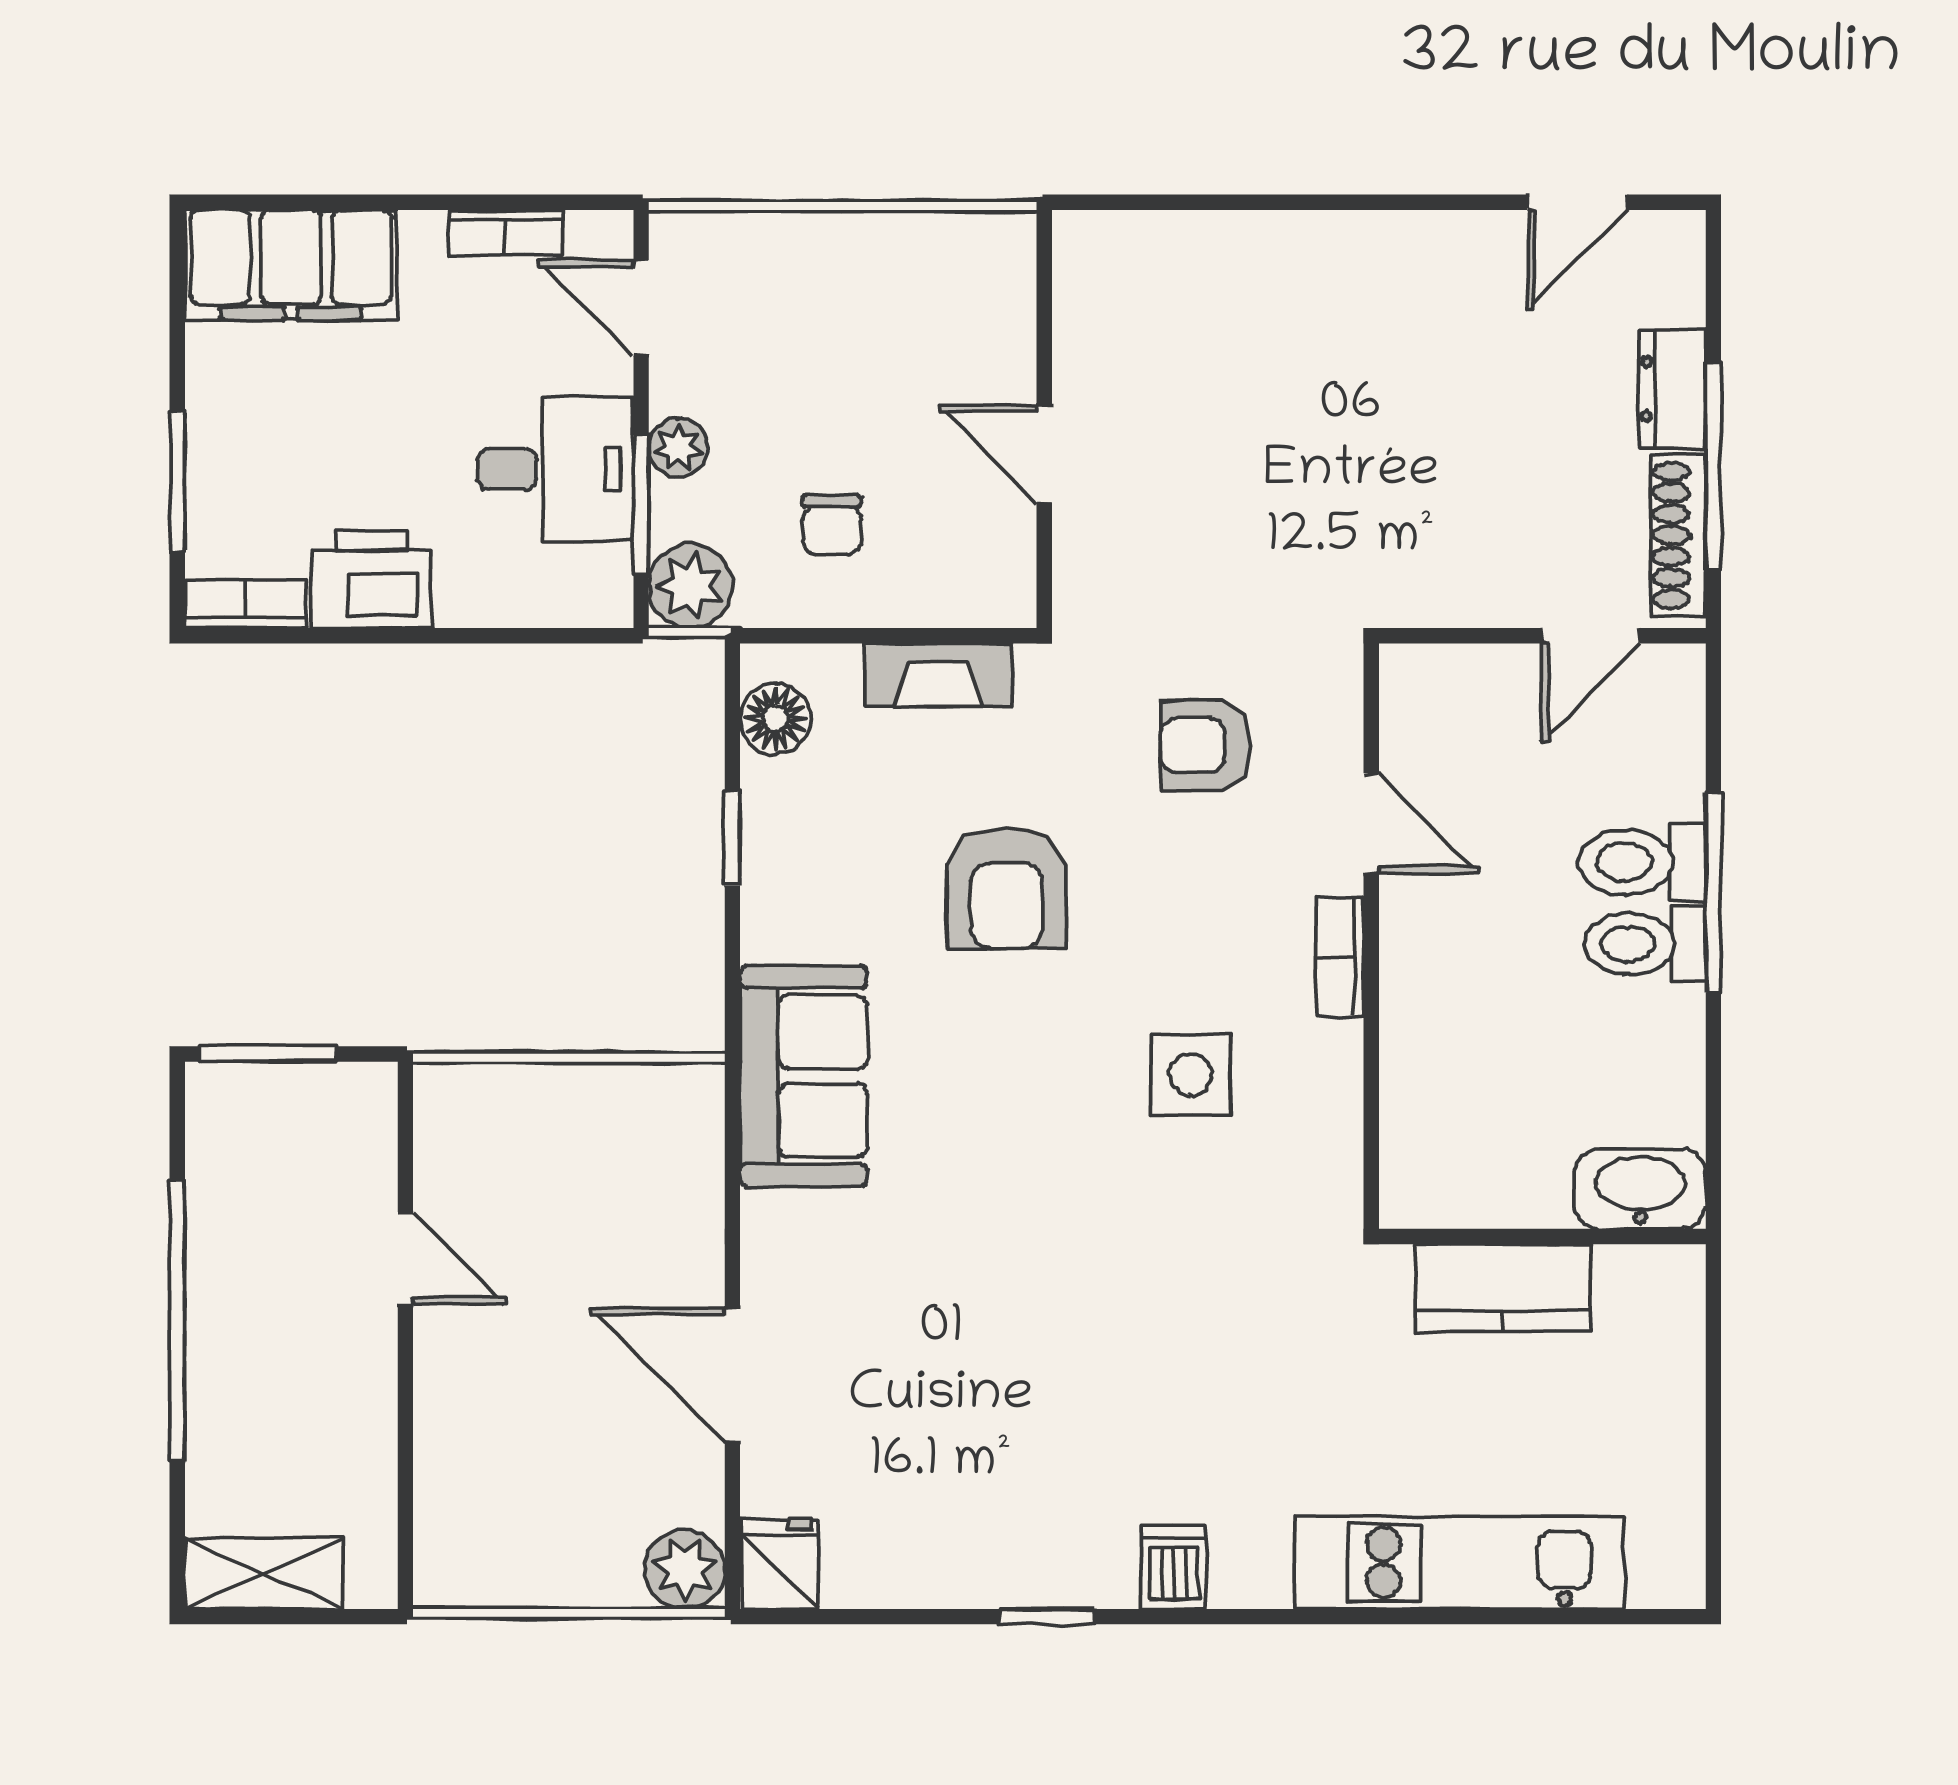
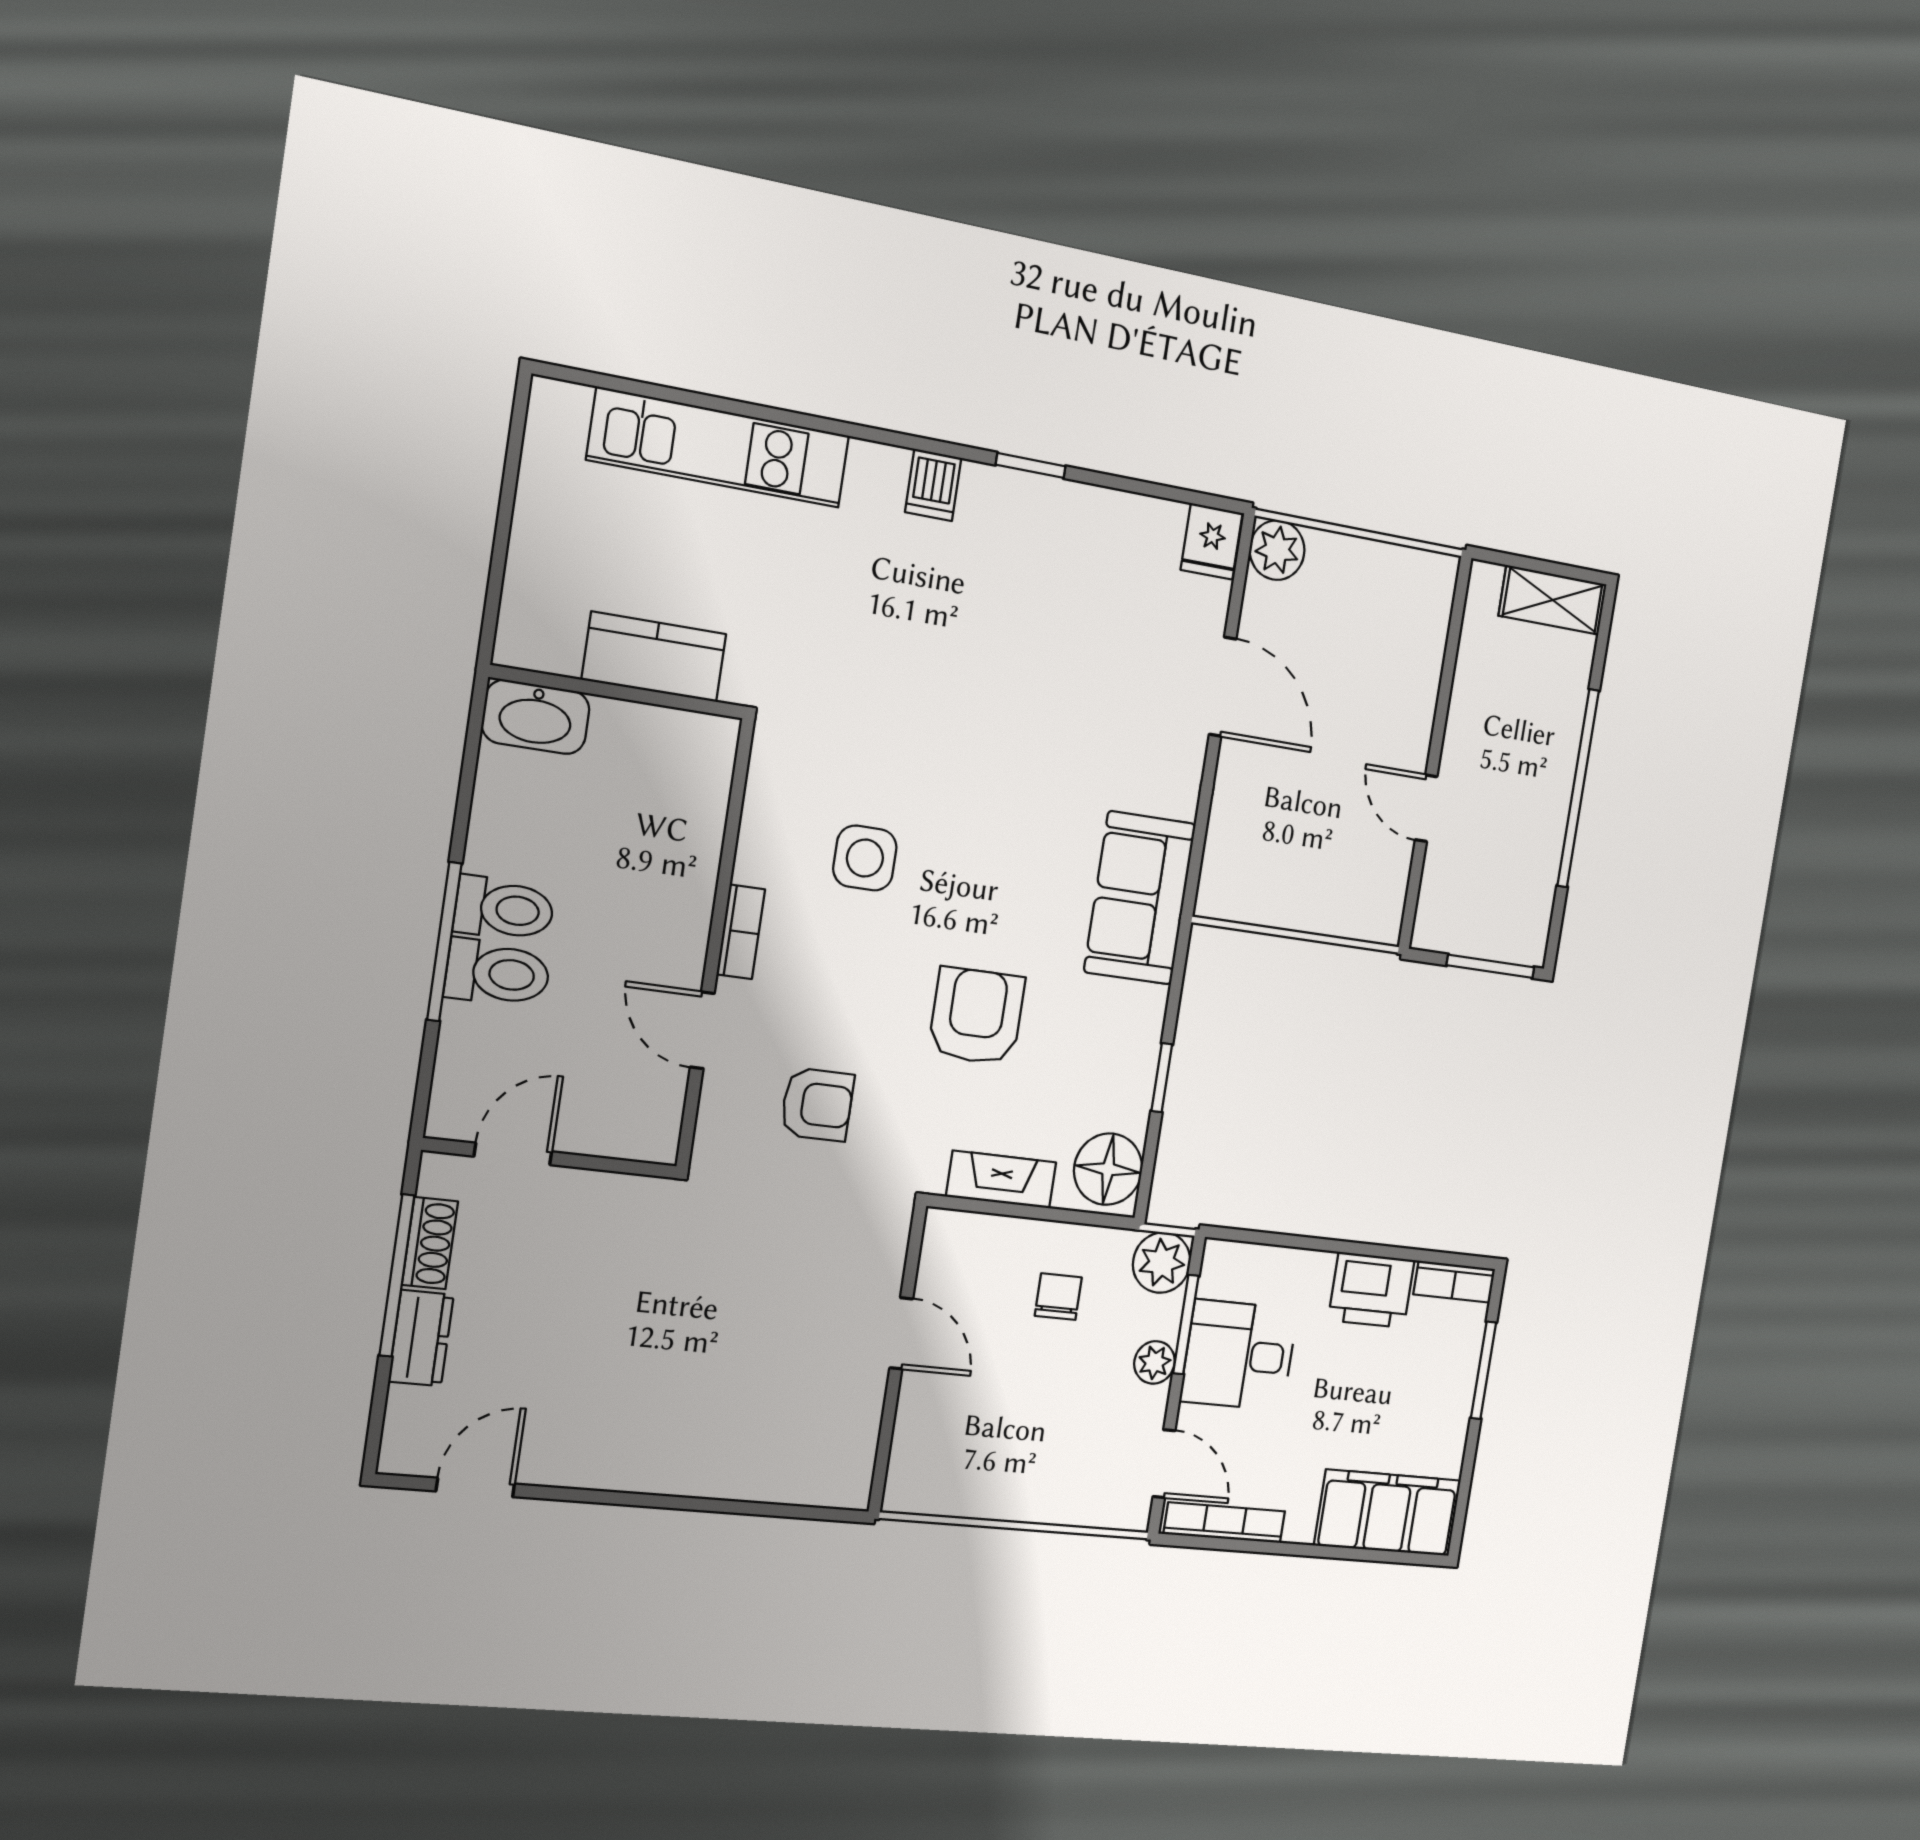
bookcase: (506, 232) -> (1224, 1523), width x1.56
shoe rack: (1678, 535) -> (430, 1243), width x0.70
floor lamp: (776, 719) -> (1108, 1169), width x1.38, depth x1.38

